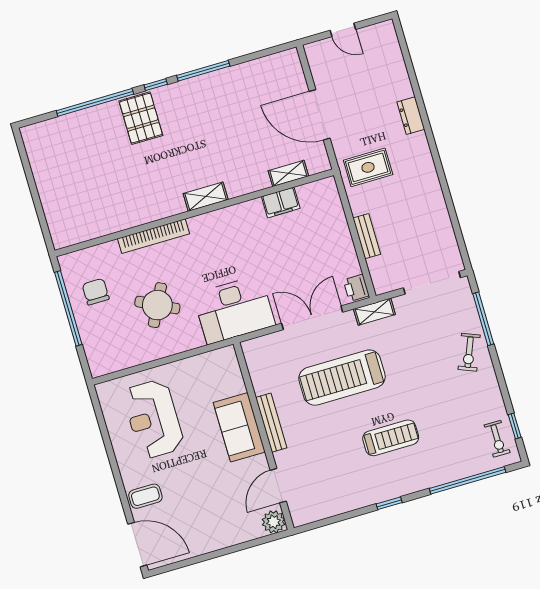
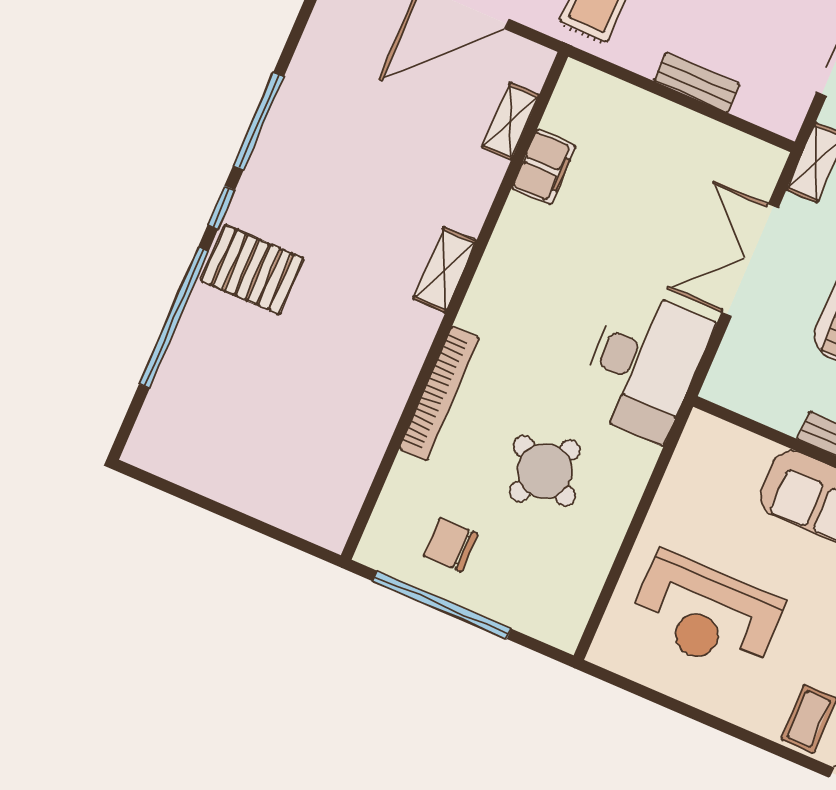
printer: (356, 288) -> (759, 160), removed

